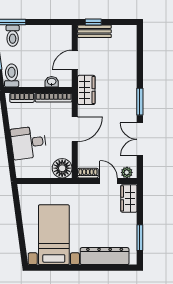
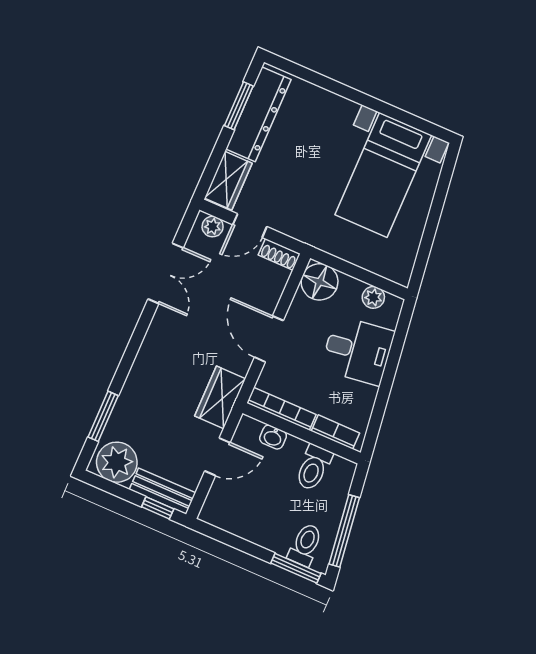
plant: (123, 36) -> (117, 462), added
toilet: (12, 75) -> (313, 468), moved
window: (140, 102) -> (103, 416), moved
door: (75, 129) -> (269, 339), hinge flipped
plant: (32, 172) -> (373, 297), added
door: (109, 181) -> (250, 226), hinge flipped
dresser: (105, 256) -> (258, 114), moved, turned -90

